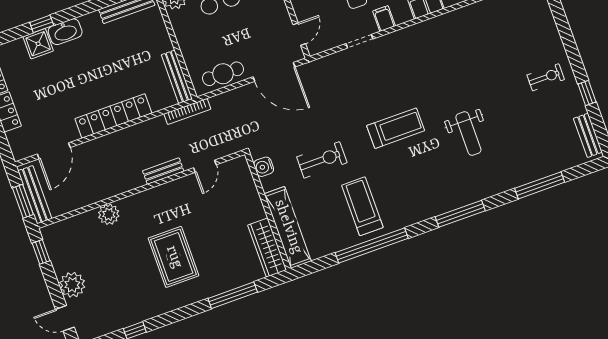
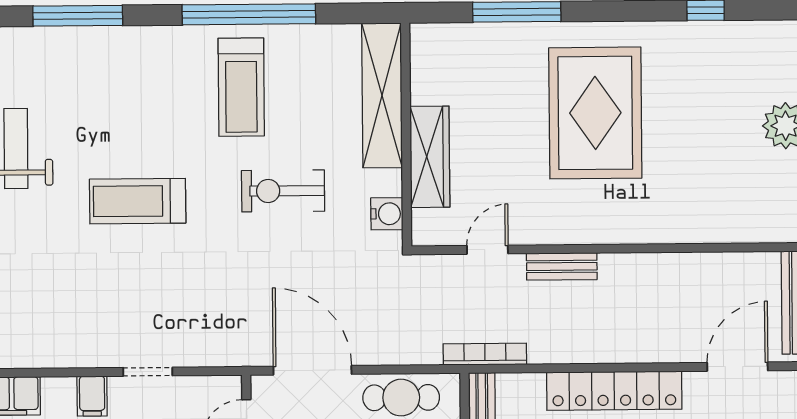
plant: (109, 214) -> (681, 225), removed
wardrobe: (267, 248) -> (430, 157), moved
rug: (174, 257) -> (595, 113), width x1.37, depth x1.44

